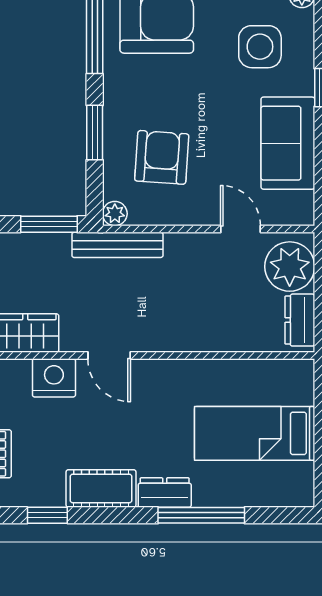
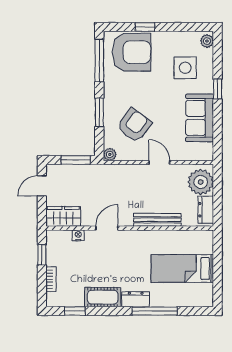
armchair: (162, 157) -> (134, 125), turned 33
door: (241, 229) -> (159, 162), moved
bench: (117, 245) -> (157, 220), moved
door: (109, 356) -> (107, 228), swing flipped
nightstand: (54, 378) -> (78, 235), width x0.53, depth x0.56

